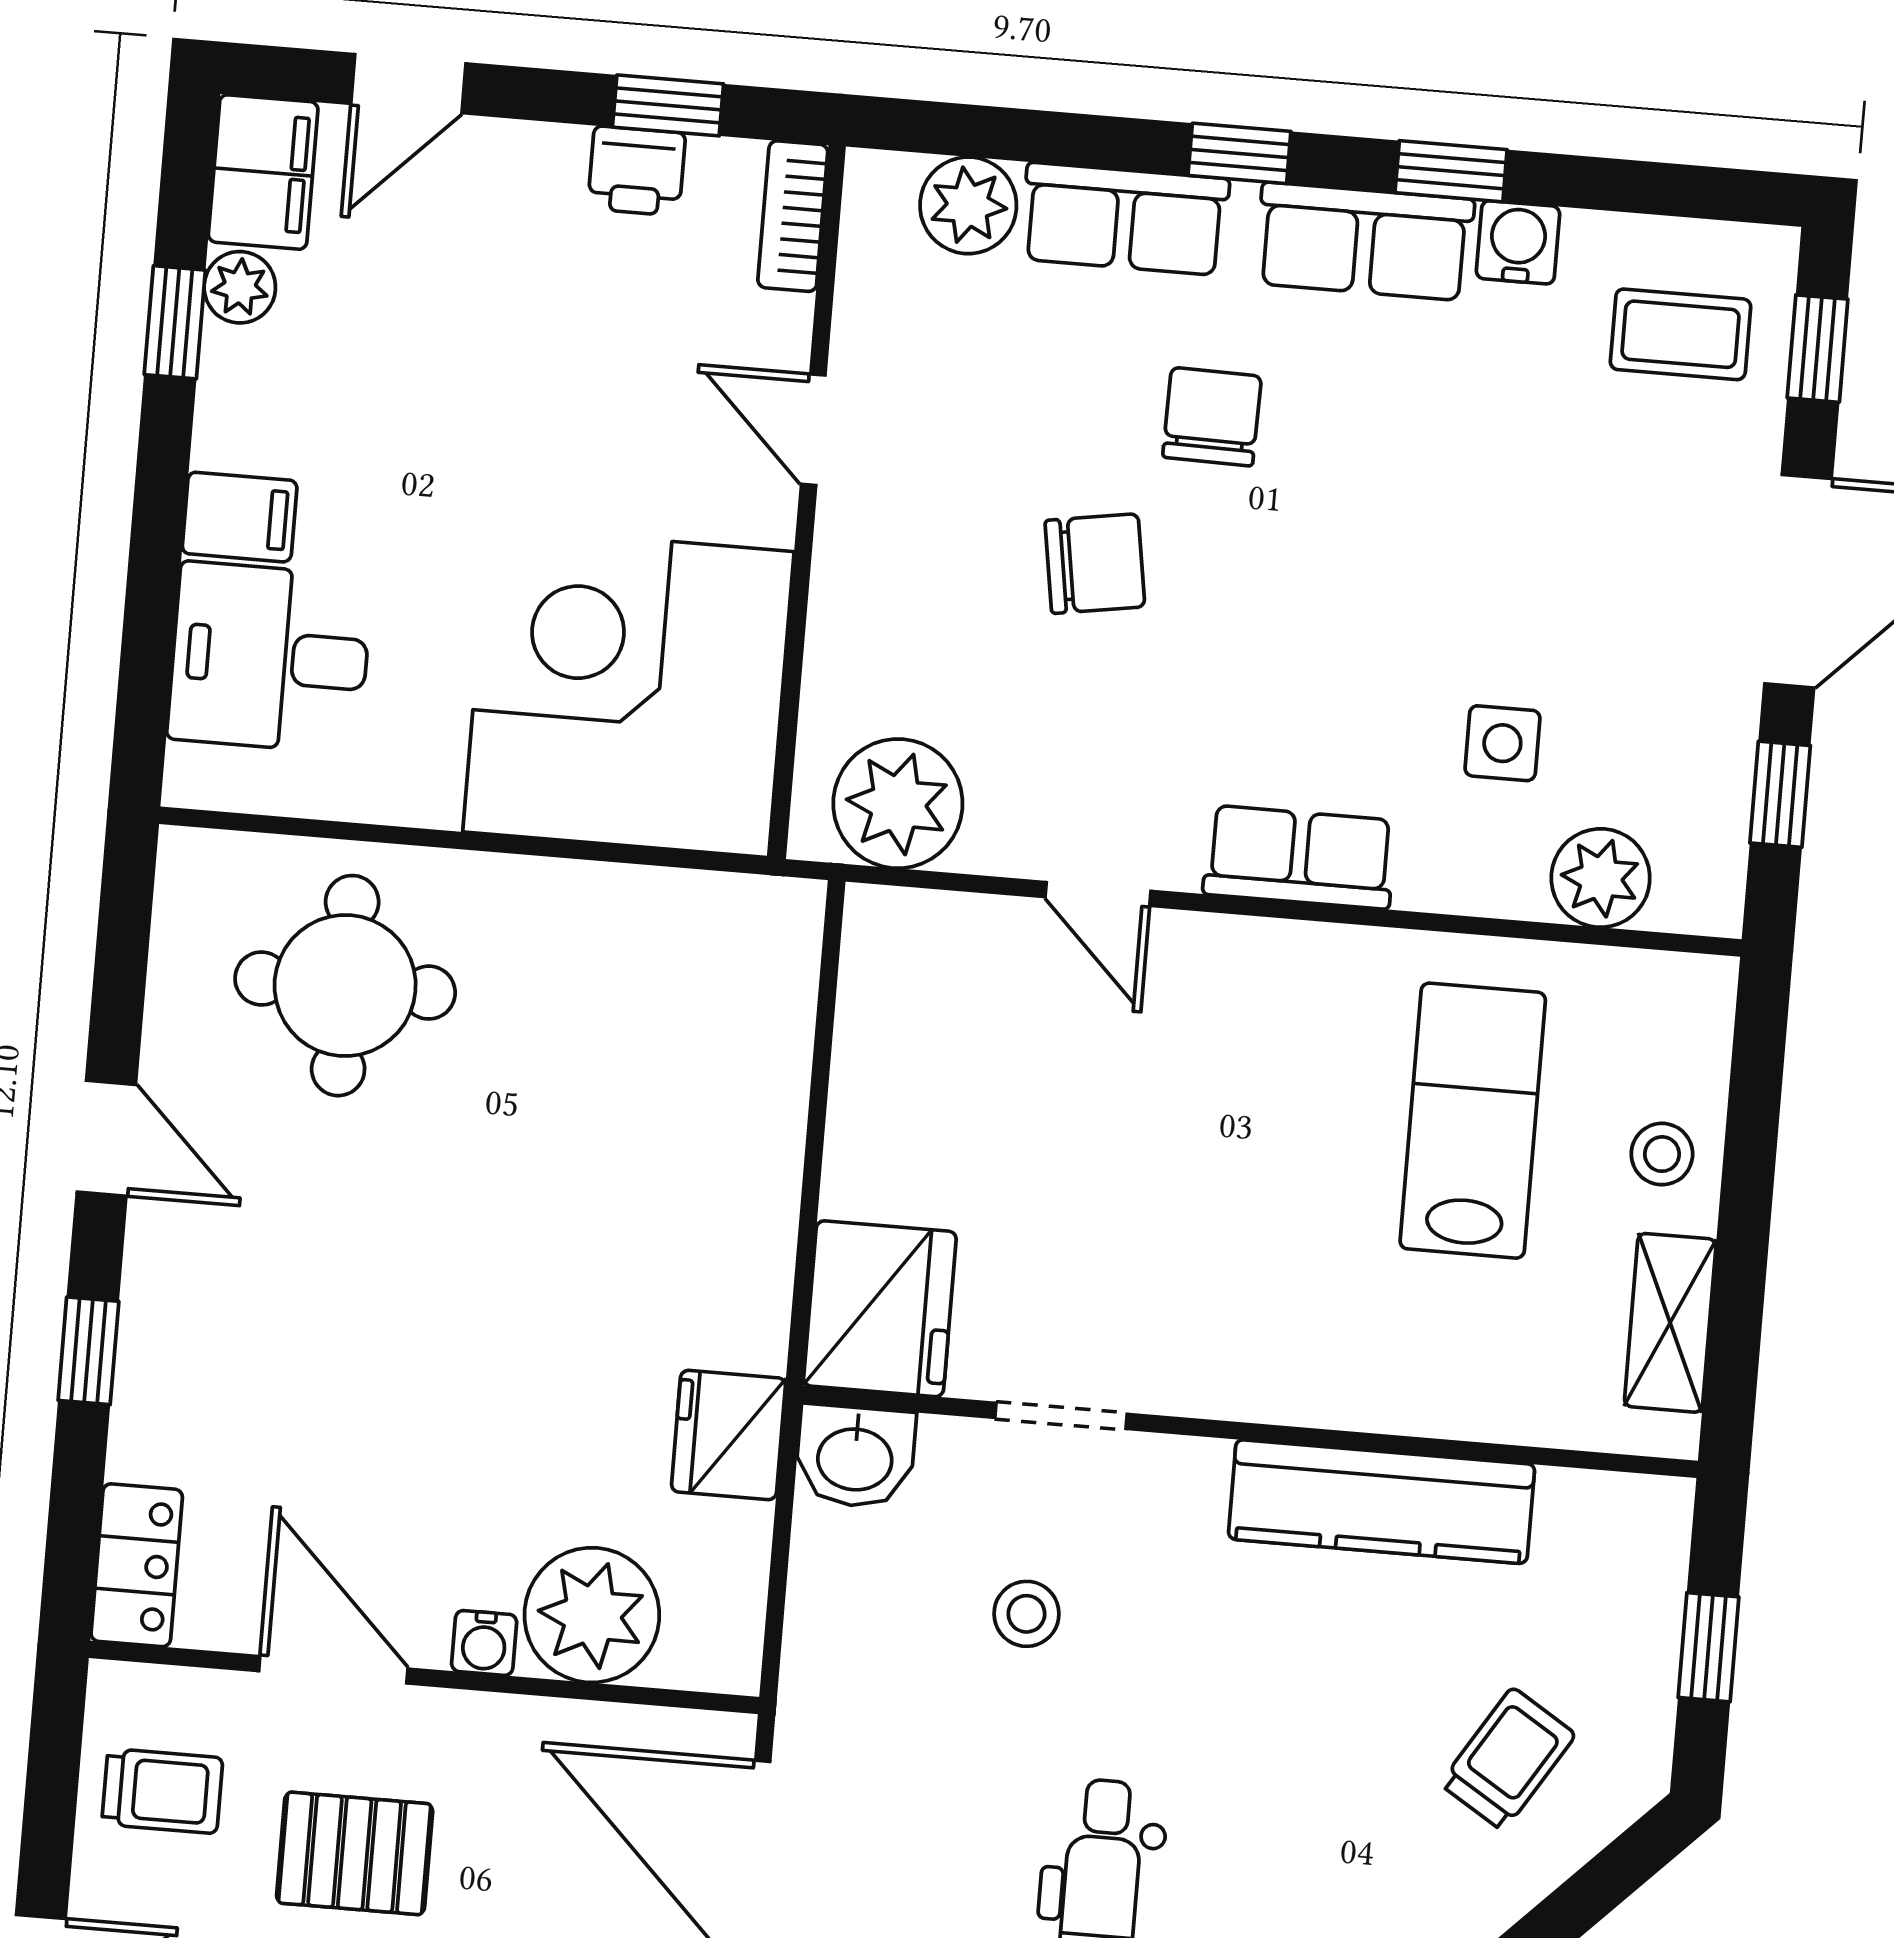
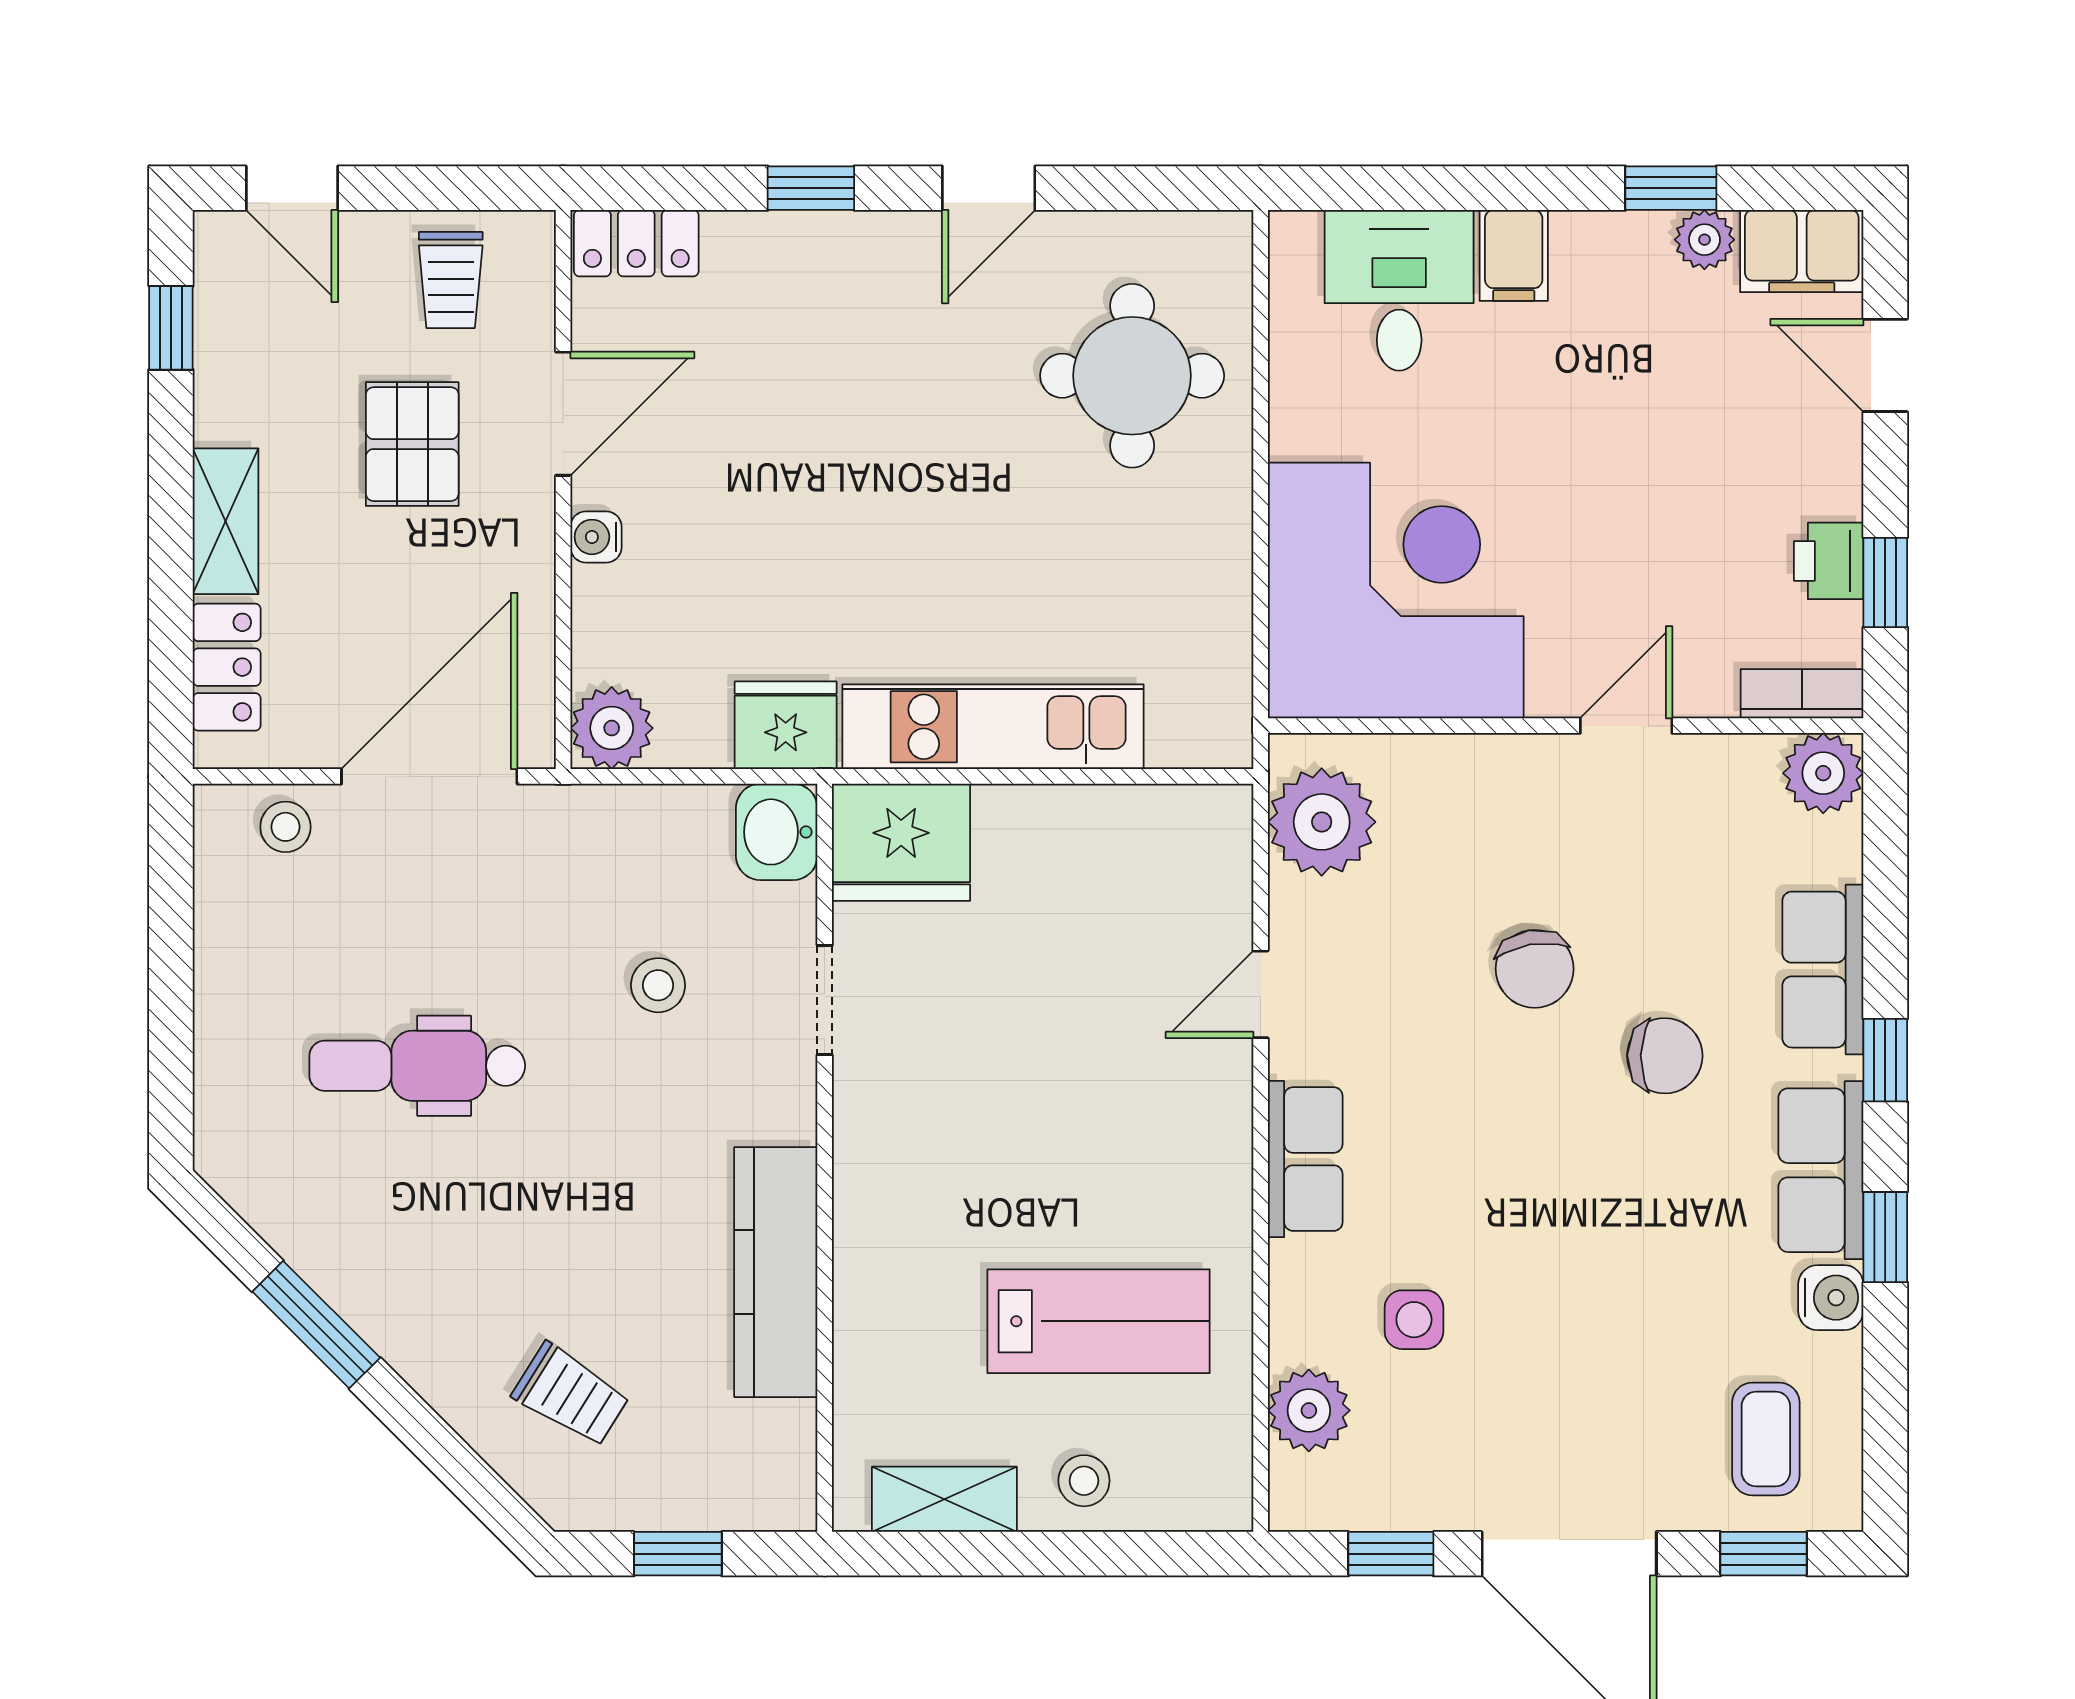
plant: (968, 205) -> (1823, 773), moved
kitchen unit: (751, 1187) -> (993, 727), added
plant: (592, 1615) -> (612, 728), moved, width x0.73, depth x0.73

